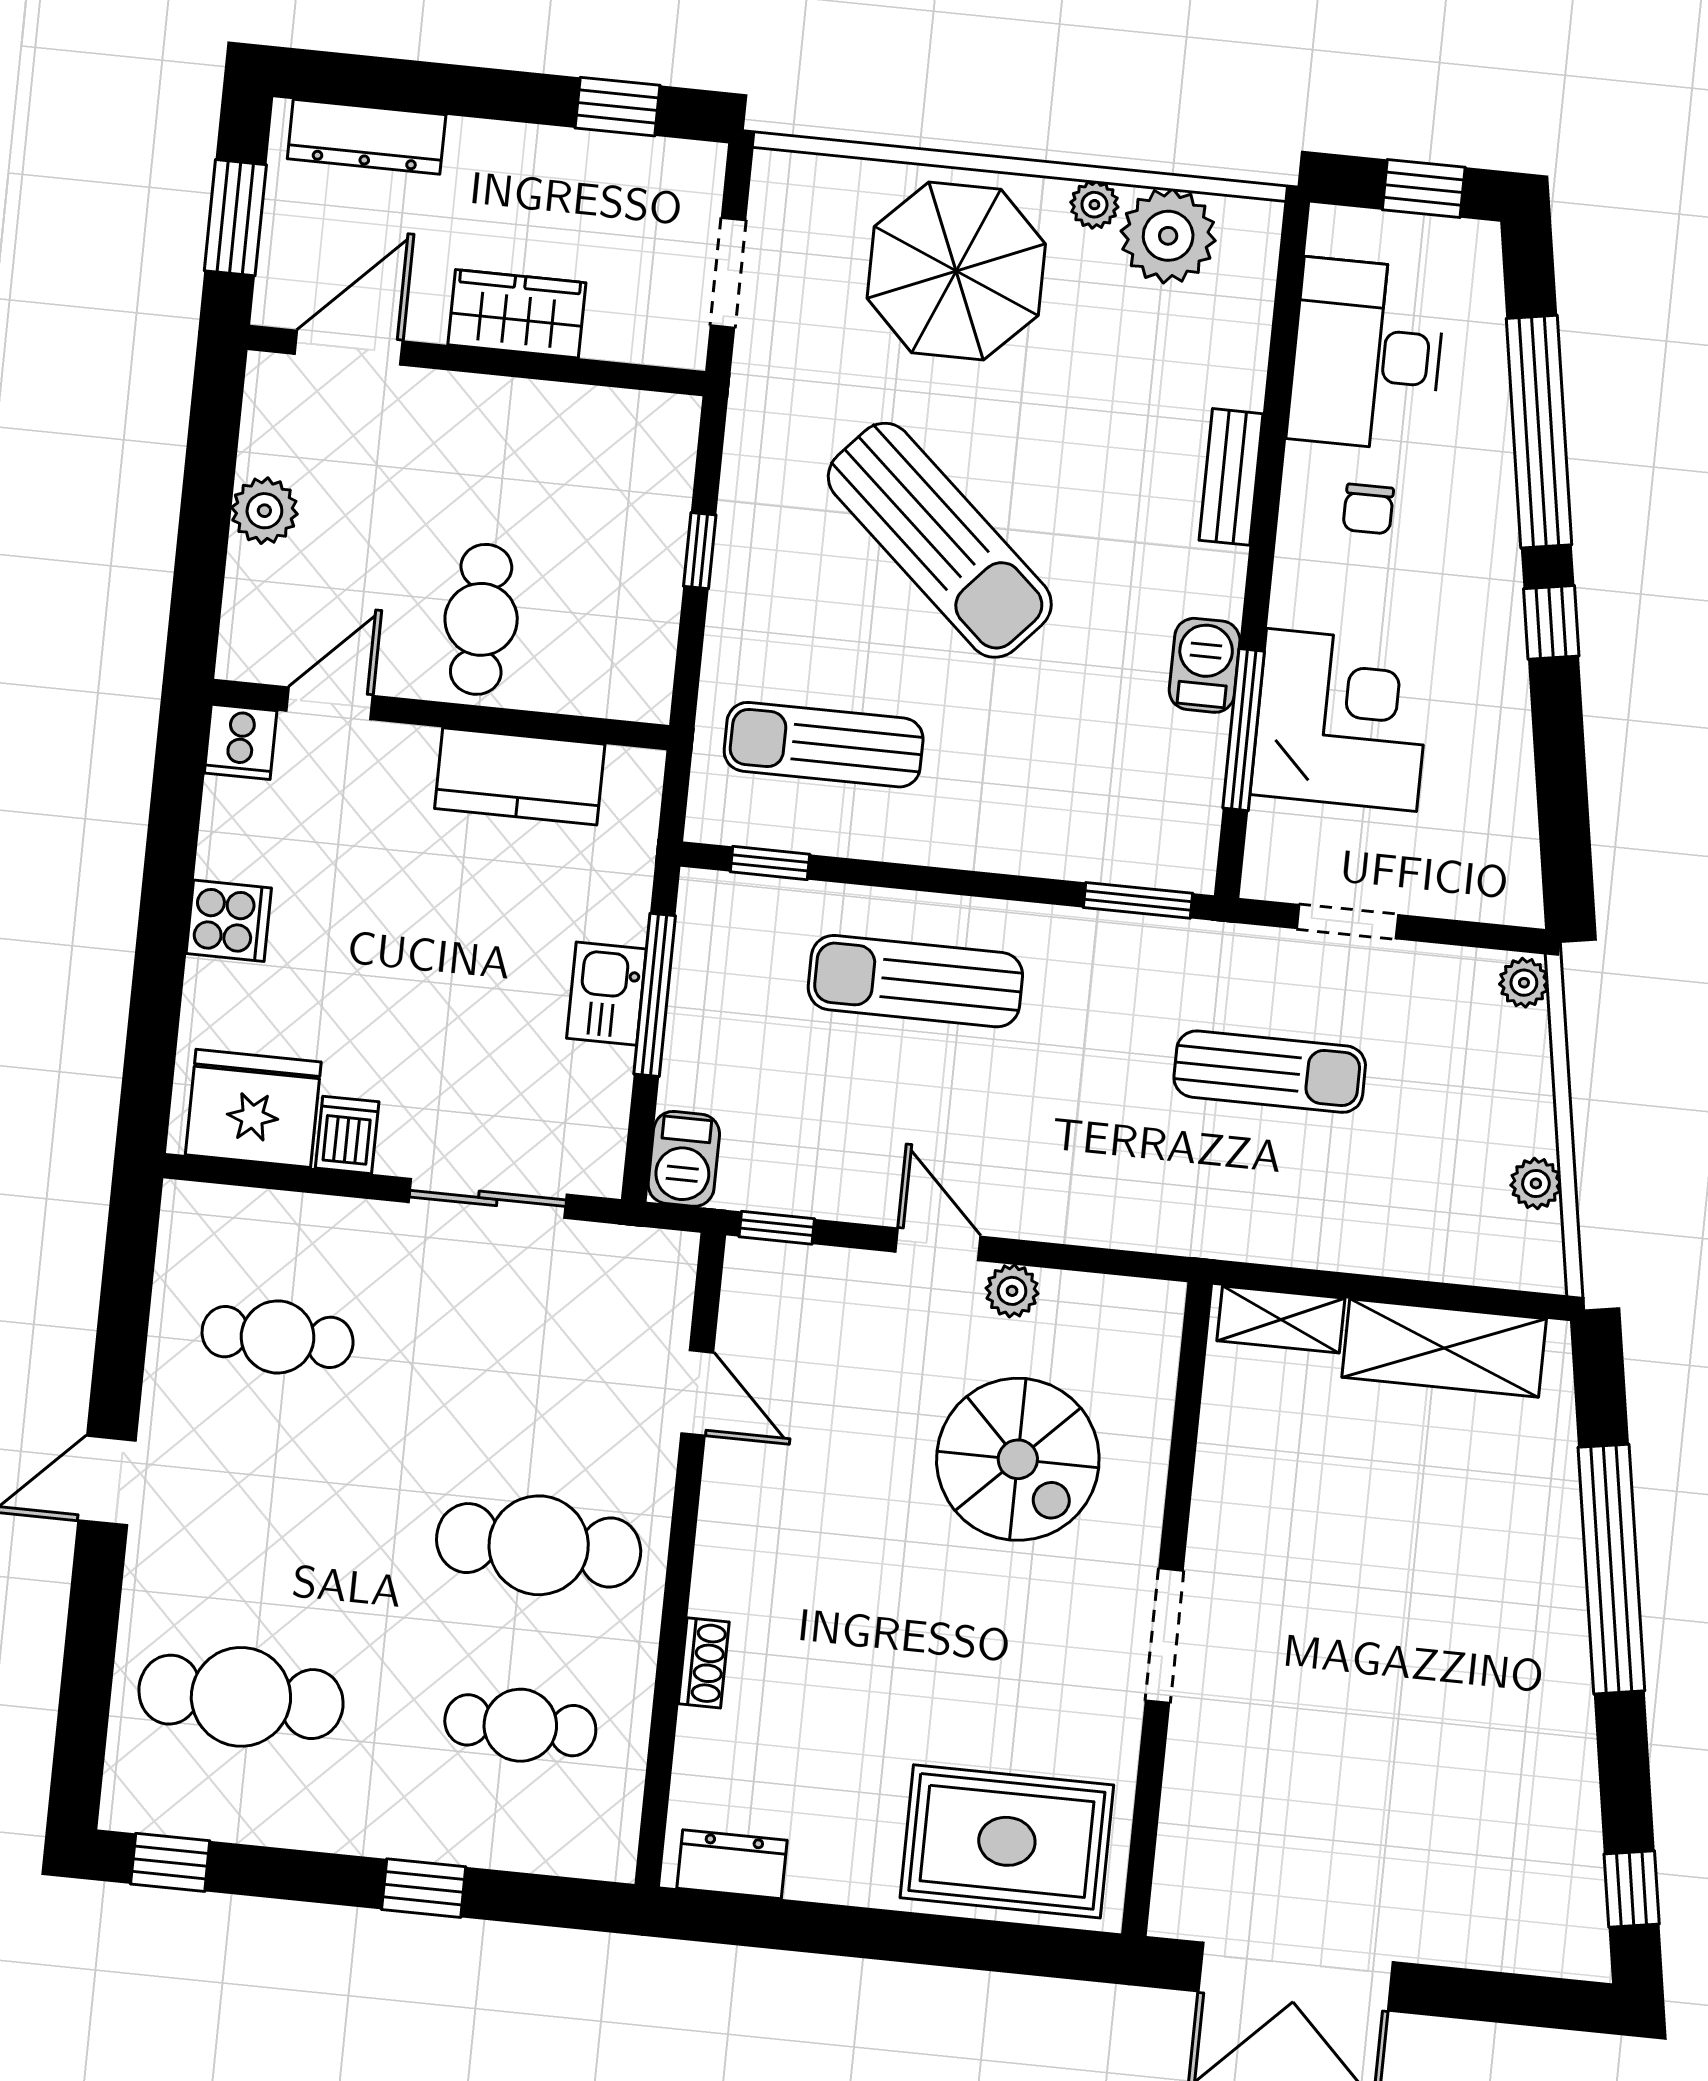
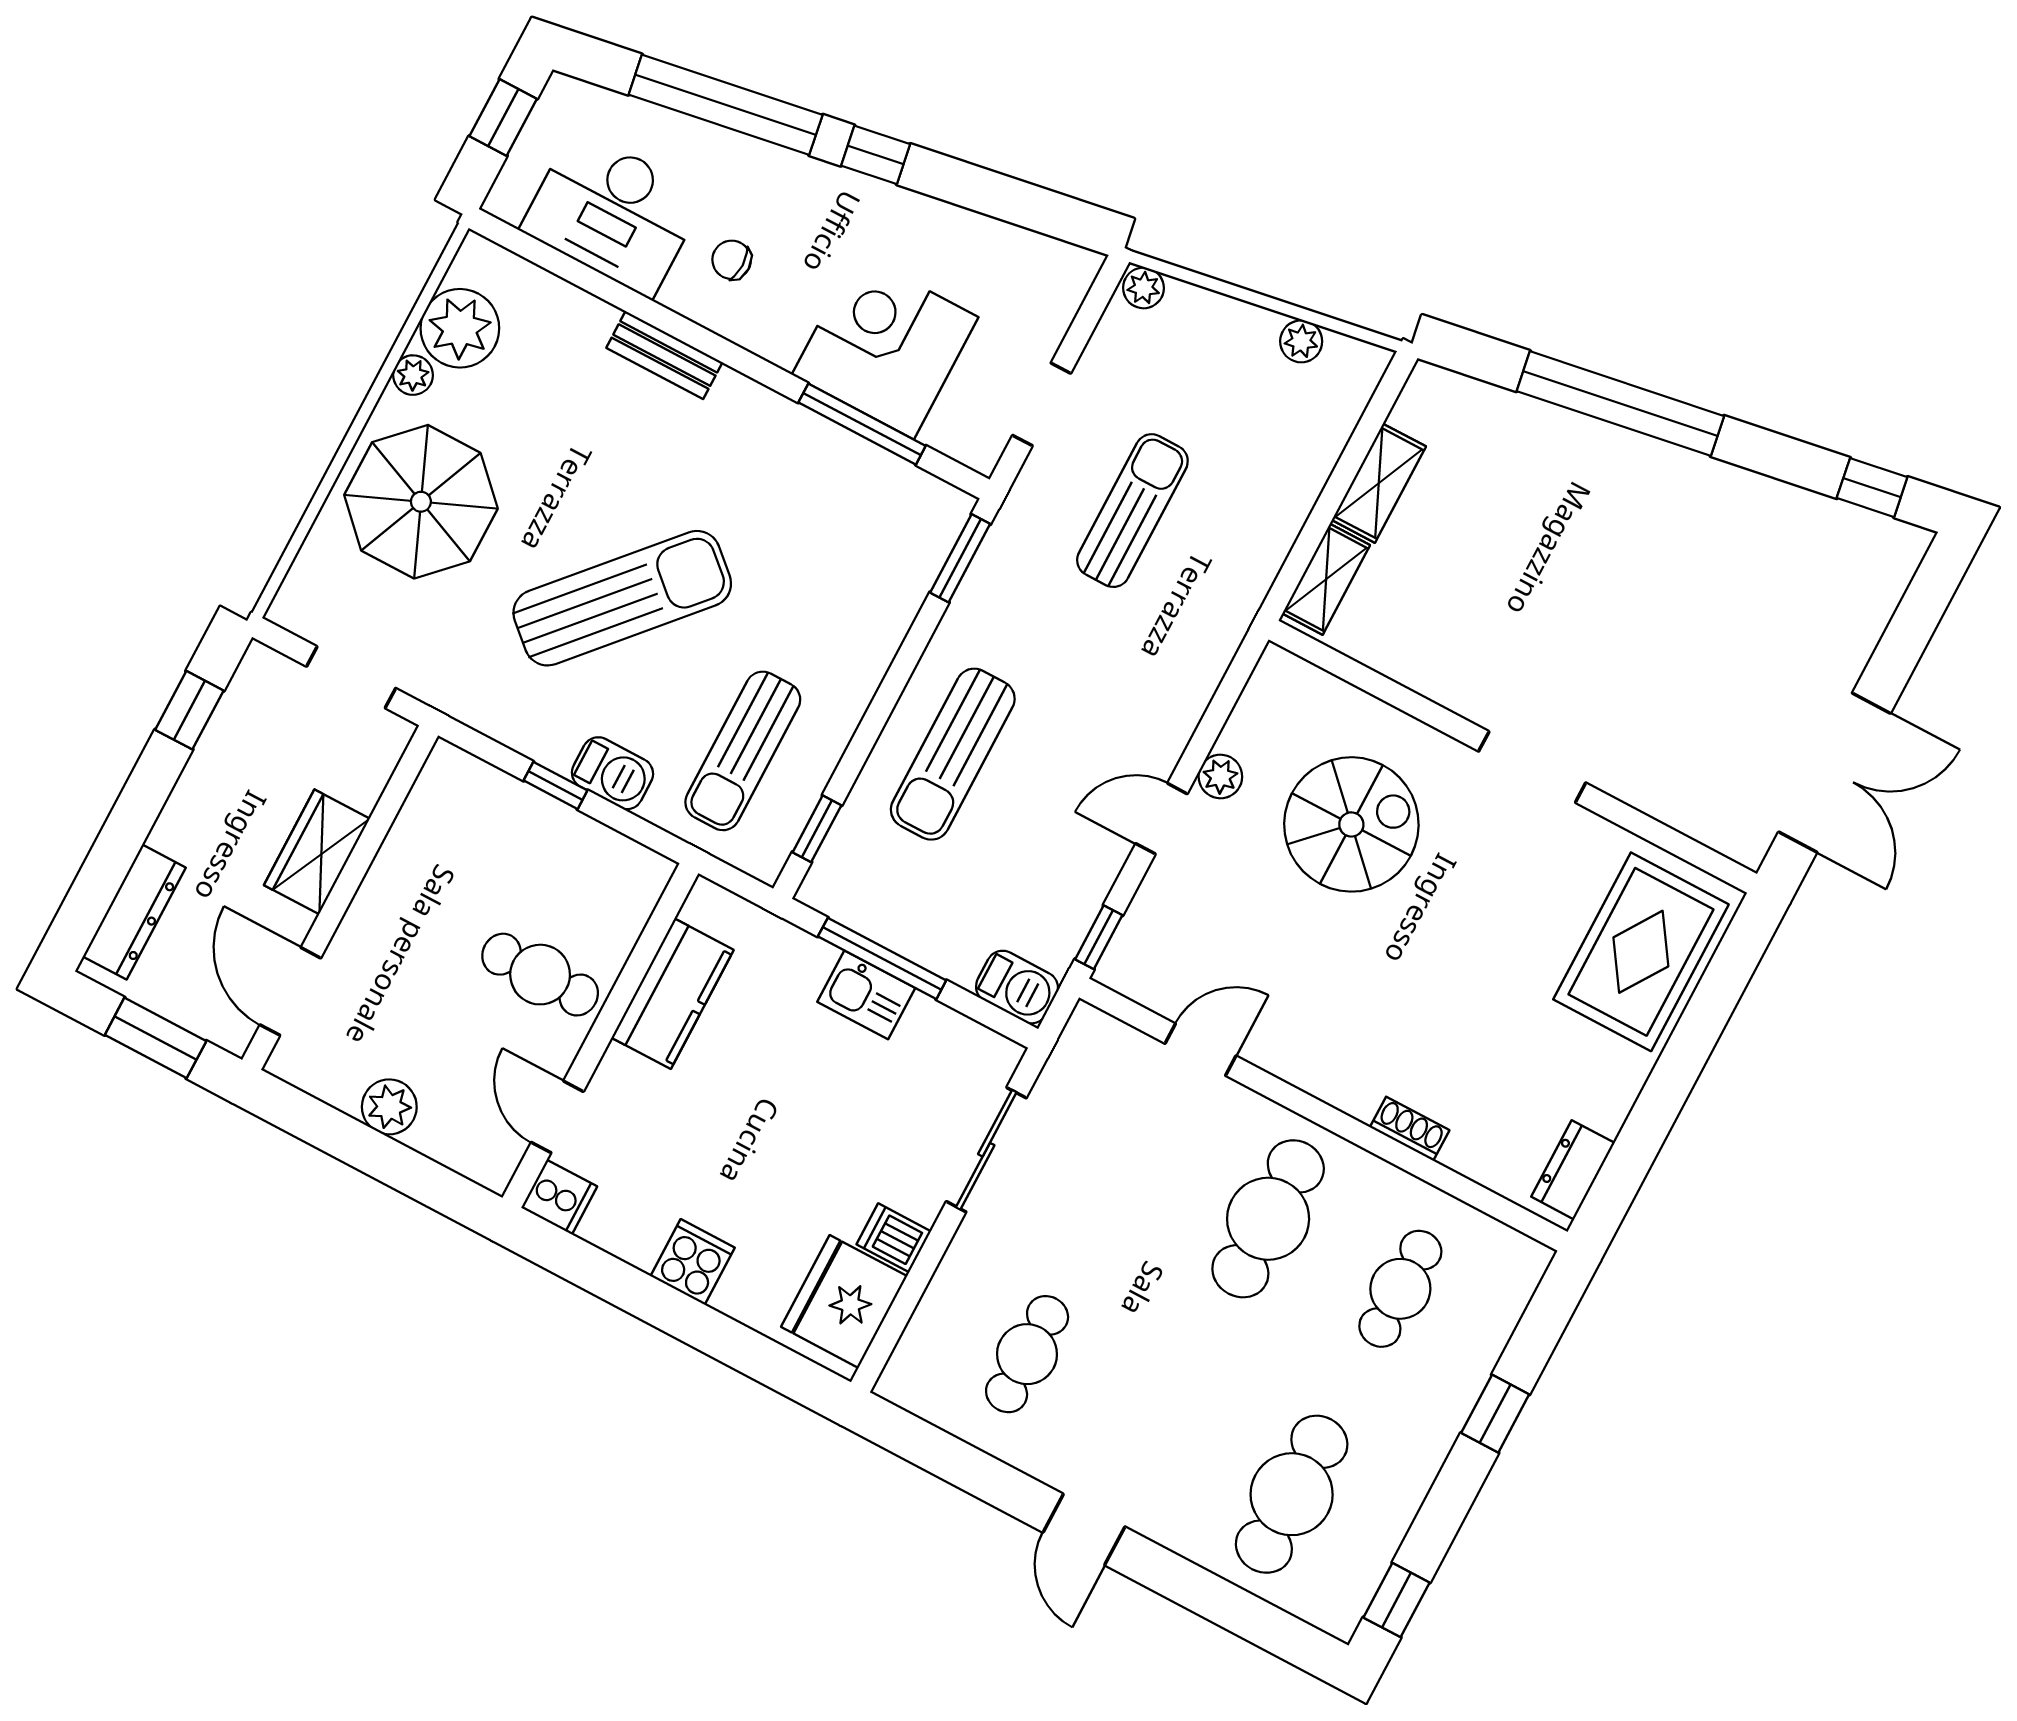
chair: (1368, 509) -> (732, 260), turned 180
barbecue: (1205, 665) -> (613, 773), moved, turned 180
shelving: (1444, 1348) -> (1379, 483), width x0.67, depth x0.75

